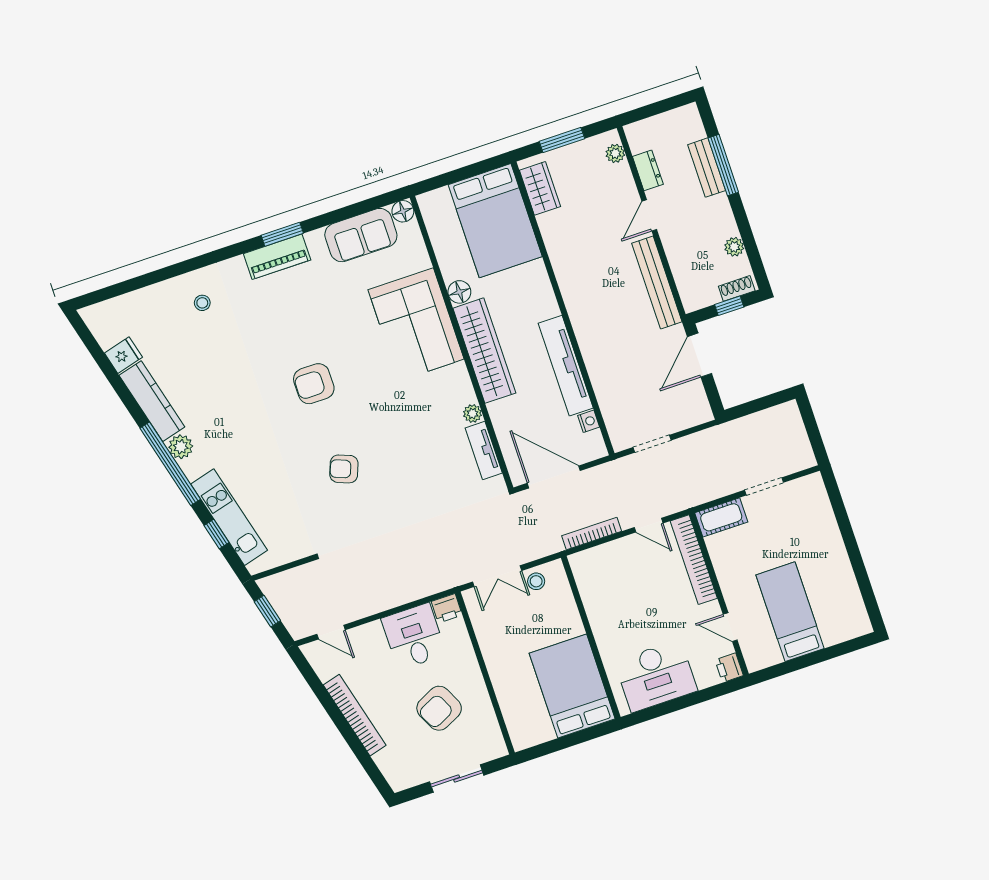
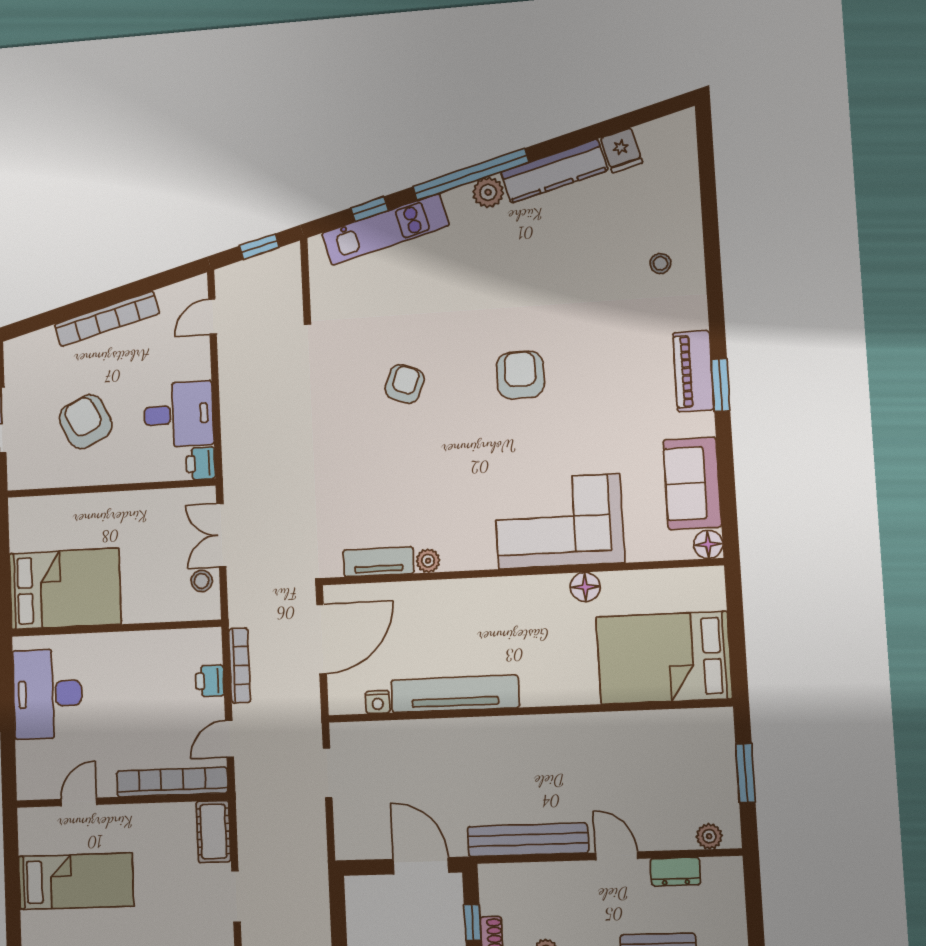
wardrobe: (540, 188) -> (690, 726), removed
wardrobe: (484, 351) -> (502, 597), removed
printer: (729, 668) -> (210, 681), moved, turned -90

